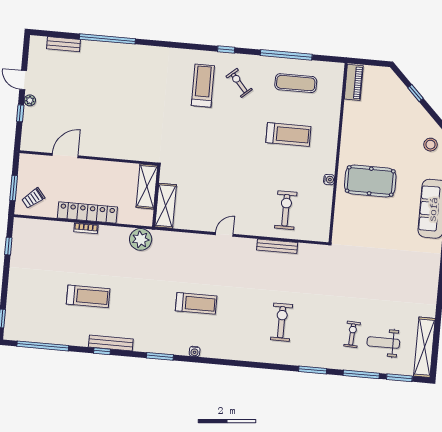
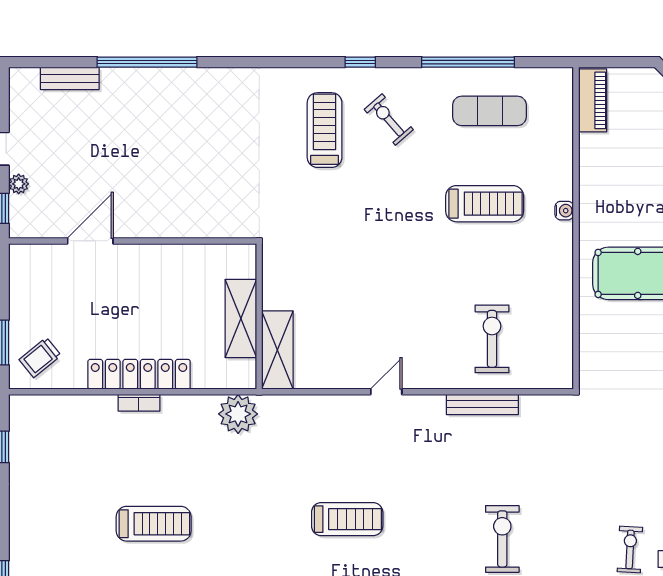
door: (65, 156) -> (90, 241), moved
wall: (89, 158) -> (133, 241), moved
water cooler: (329, 180) -> (564, 211), moved

